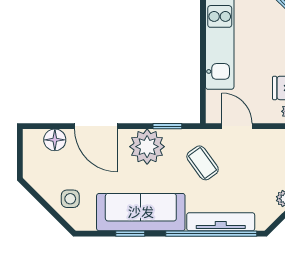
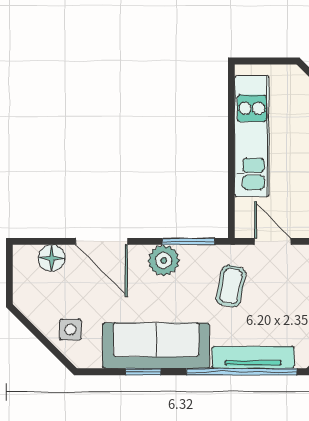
window: (167, 126) -> (188, 241), width x1.50
plant: (147, 147) -> (164, 260), width x0.73, depth x0.73
coffee table: (203, 163) -> (231, 286), turned 47

